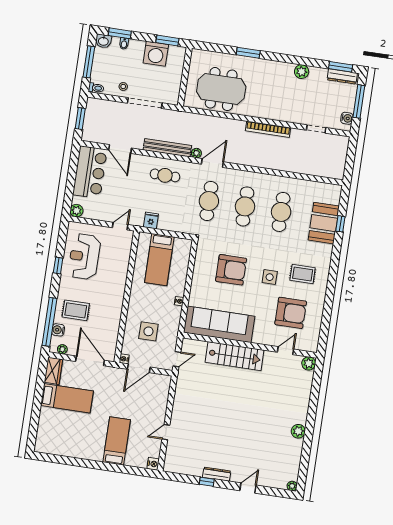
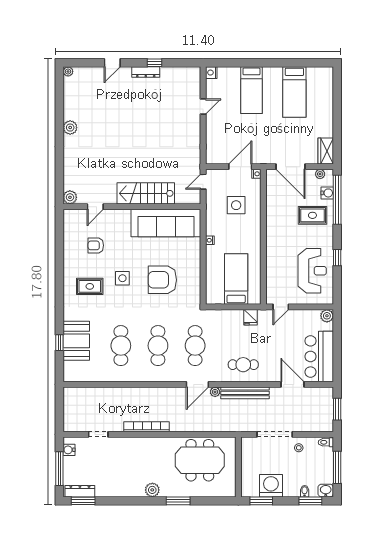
plant: (302, 72) -> (152, 490), moved
armchair: (291, 313) -> (96, 245), width x0.53, depth x0.53
bed: (67, 398) -> (294, 92), moved, turned -90

